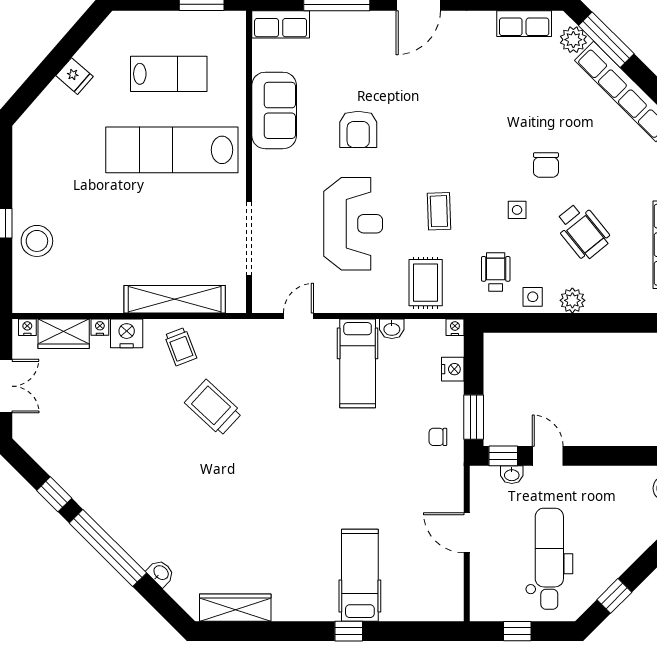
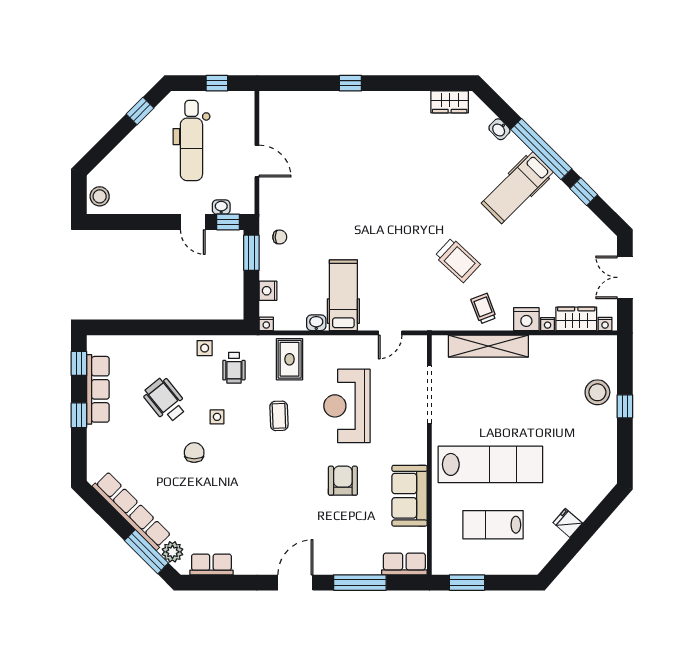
plant: (572, 300) -> (173, 345), removed
hospital bed: (360, 575) -> (517, 188), moved, turned 45
wardrobe: (235, 608) -> (450, 102), width x0.67

